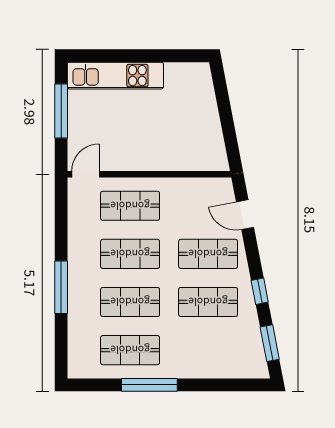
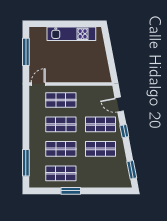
kitchen unit: (115, 76) -> (71, 34), moved
window: (61, 287) -> (26, 163), moved
window: (260, 291) -> (124, 131), moved
window: (149, 385) -> (71, 191), width x0.69

